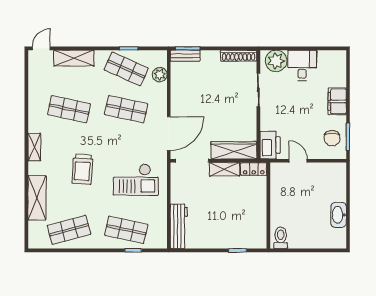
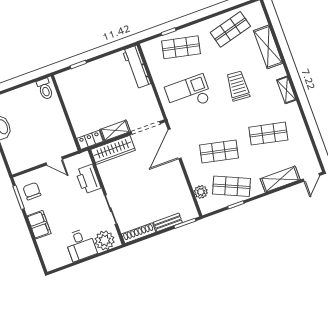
bench: (185, 56) -> (168, 222), moved
printer: (270, 145) -> (88, 179), moved

